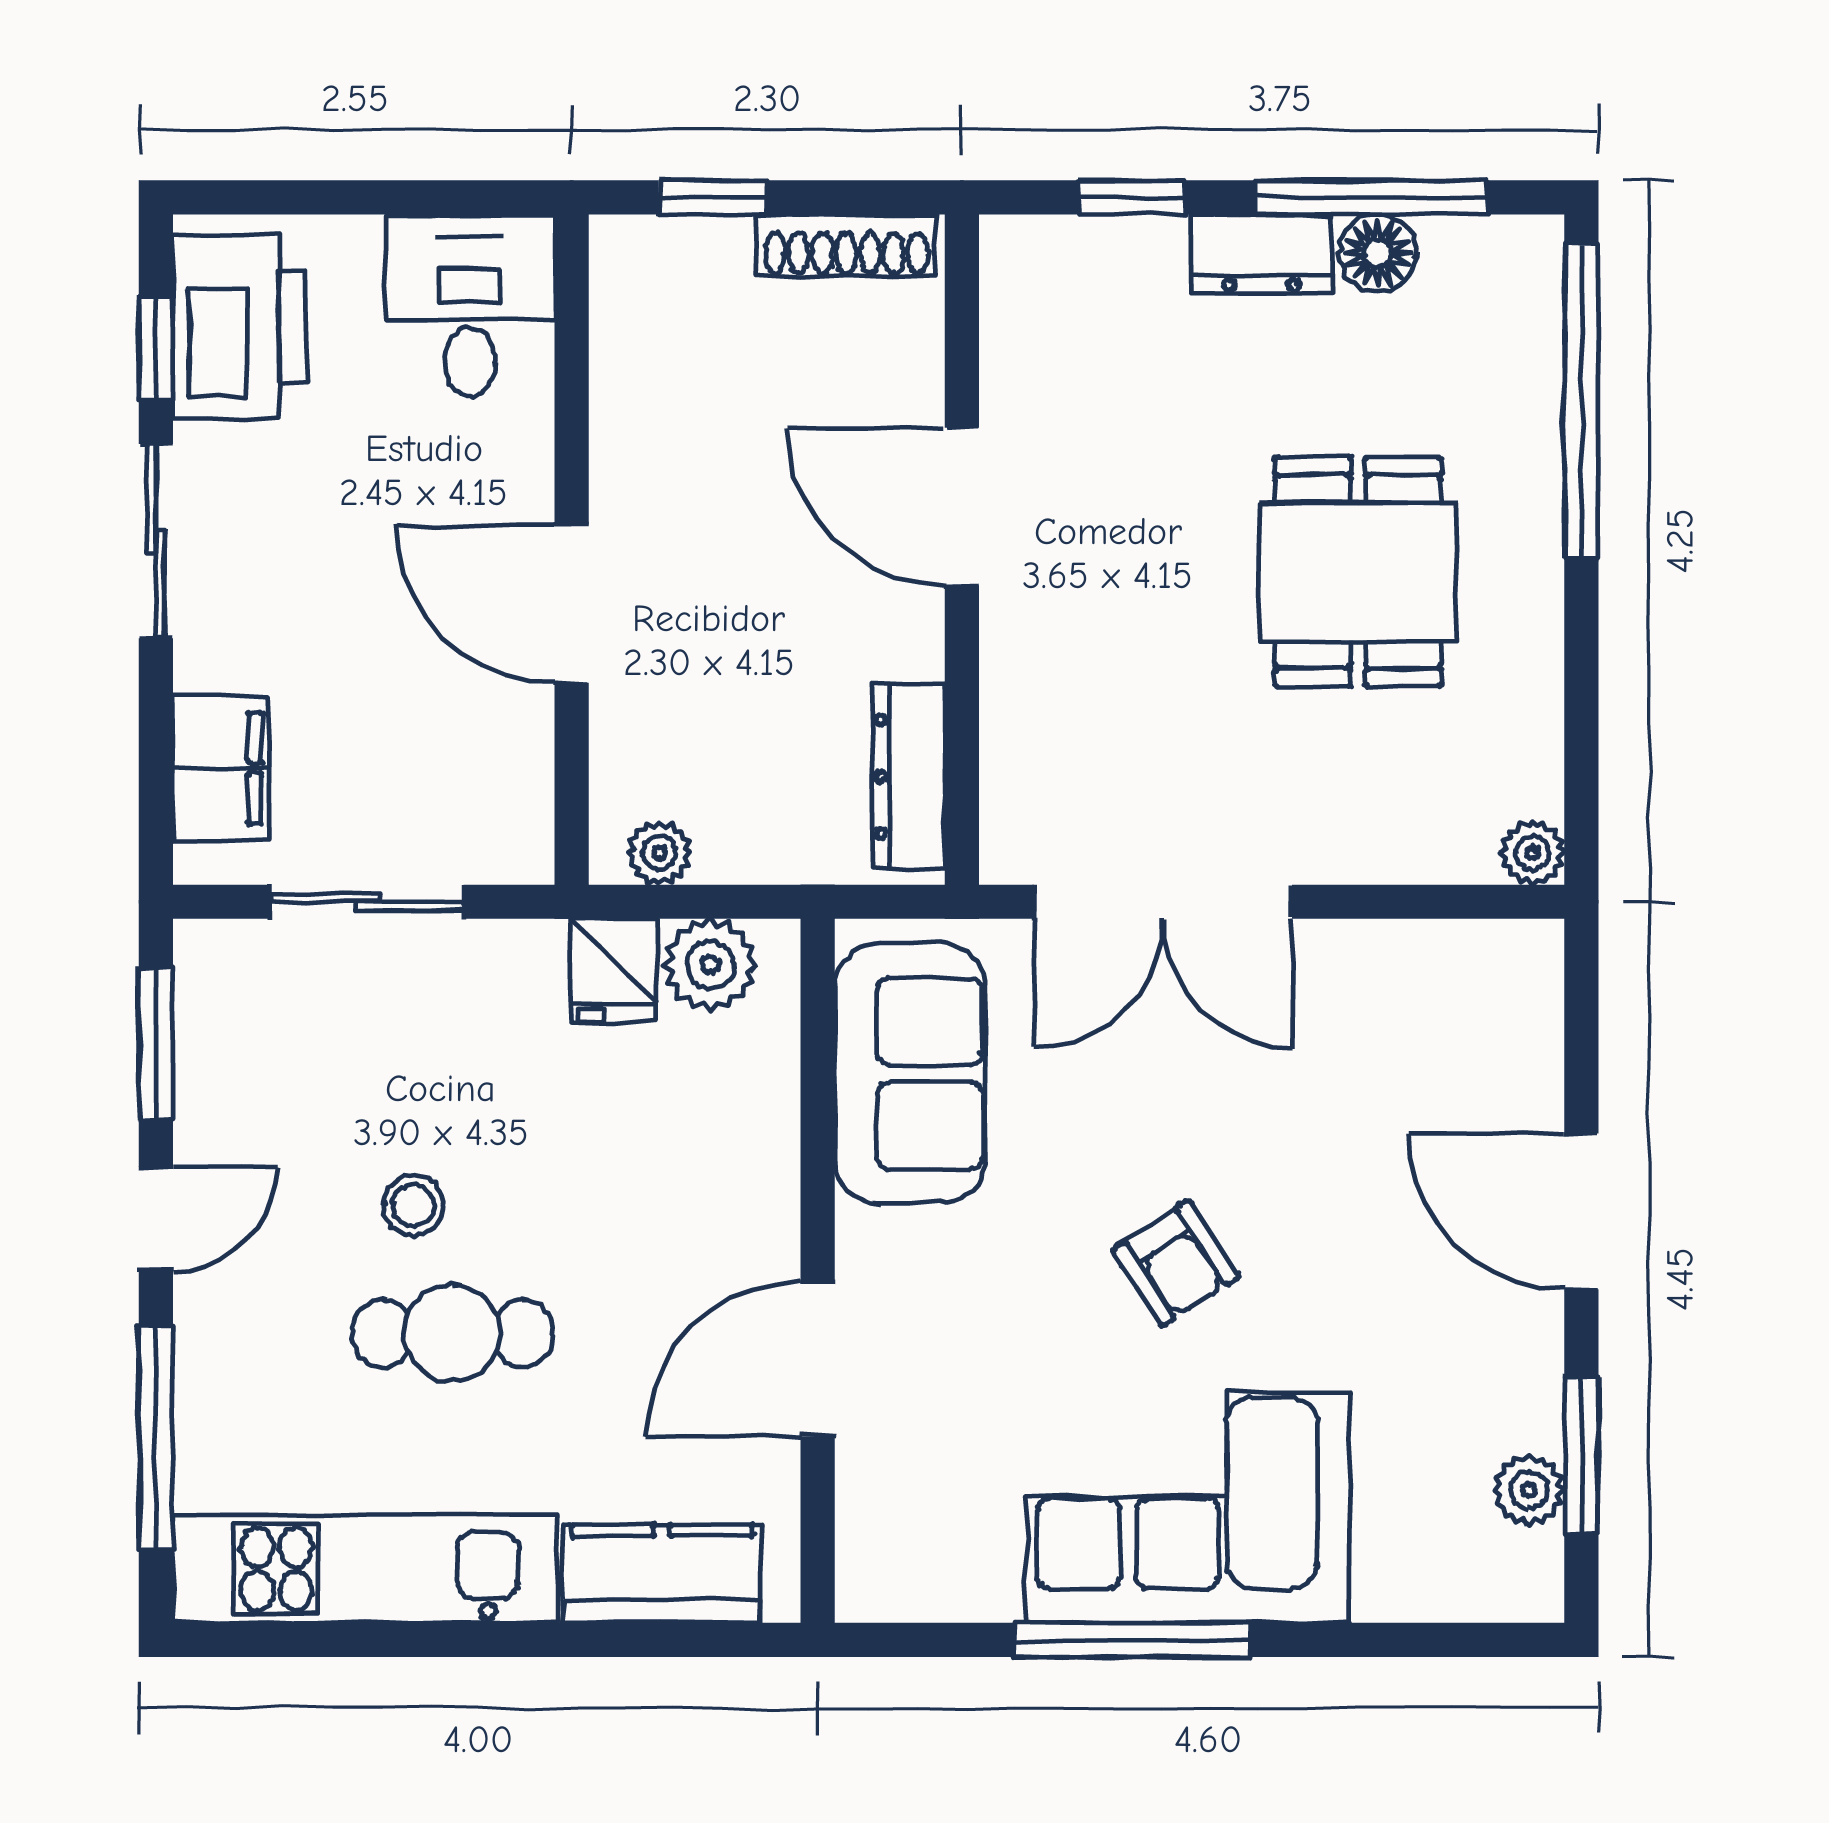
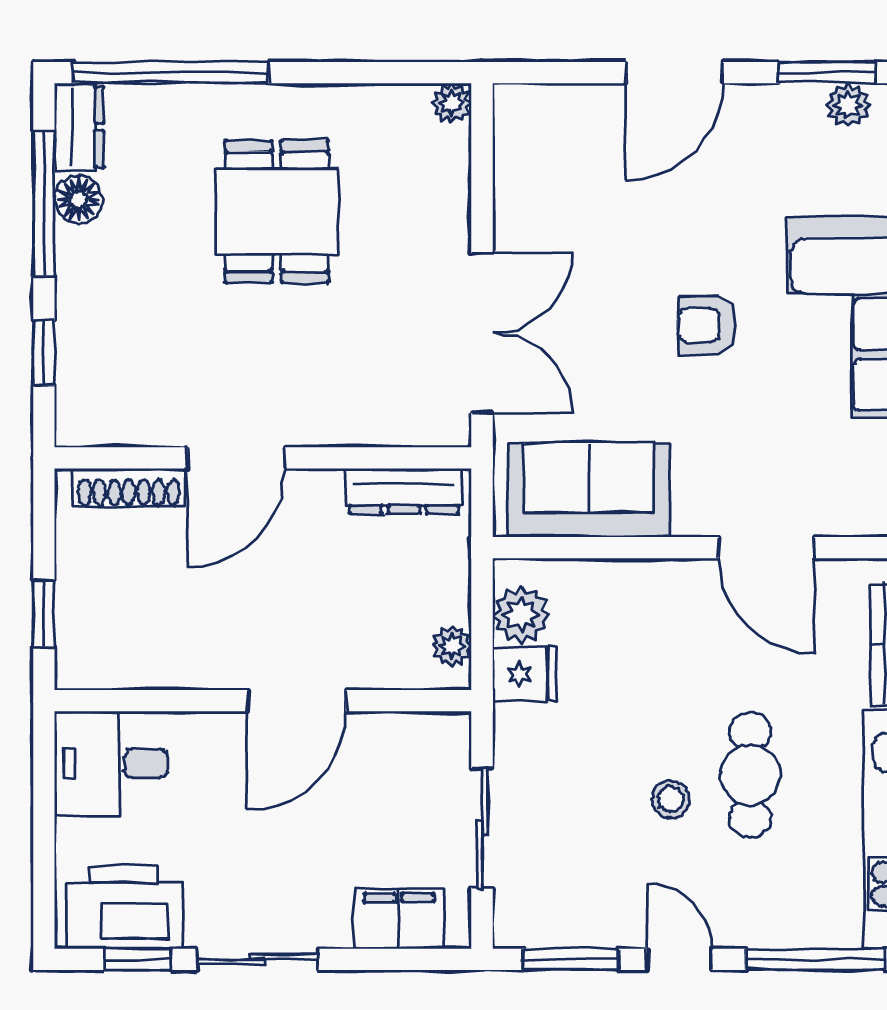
shoe rack: (846, 245) -> (129, 488), moved, turned 90
dresser: (1261, 254) -> (79, 127), moved
dining table: (1358, 572) -> (277, 211), turned 90
armchair: (1175, 1263) -> (707, 325), turned -147

